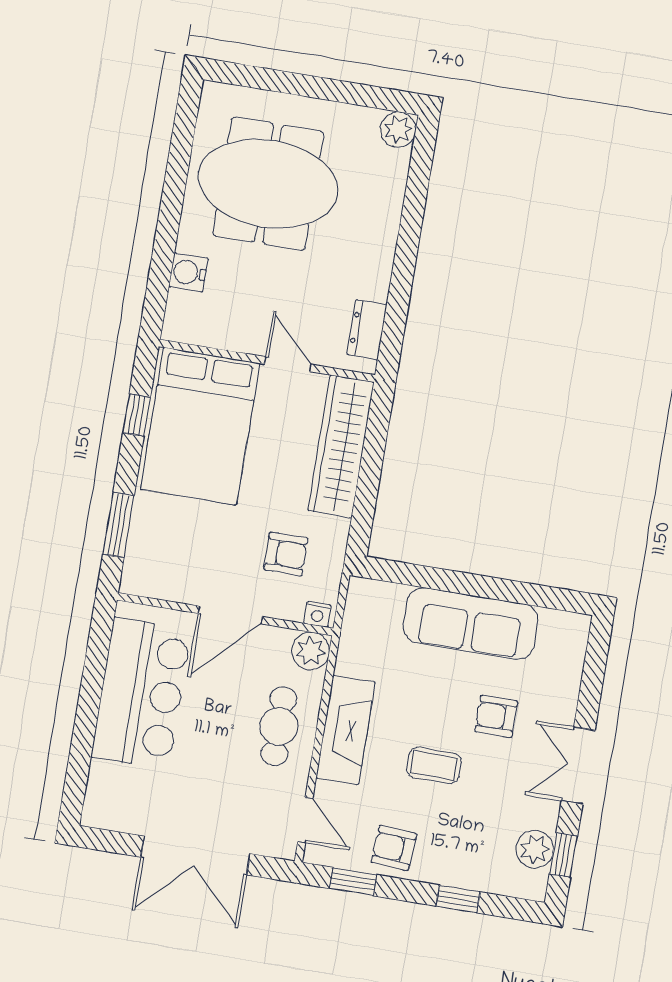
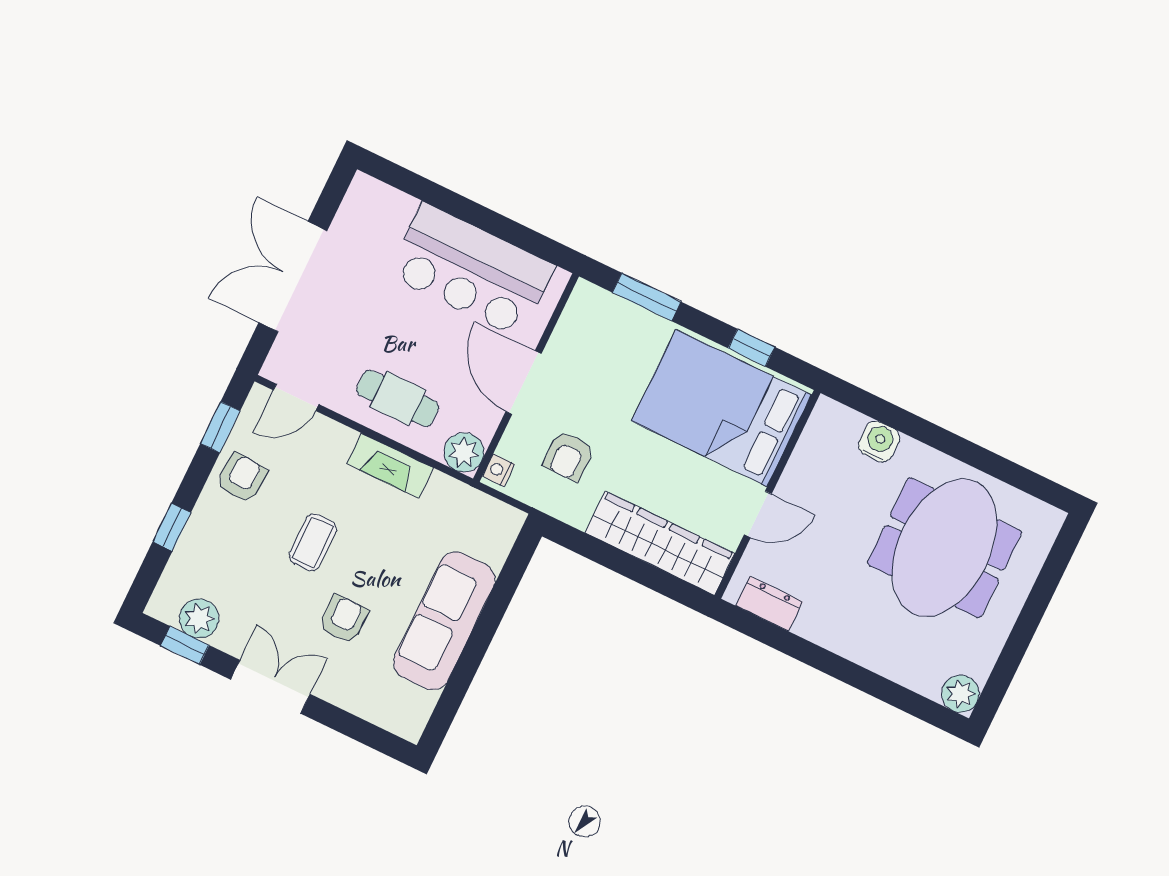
fireplace: (346, 730) -> (390, 466), width x0.73, depth x0.76

